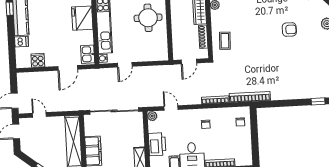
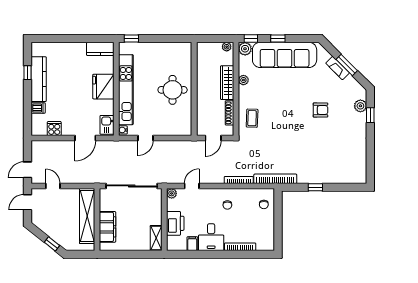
window: (318, 101) -> (315, 187), moved
door: (171, 108) -> (192, 186), hinge flipped

